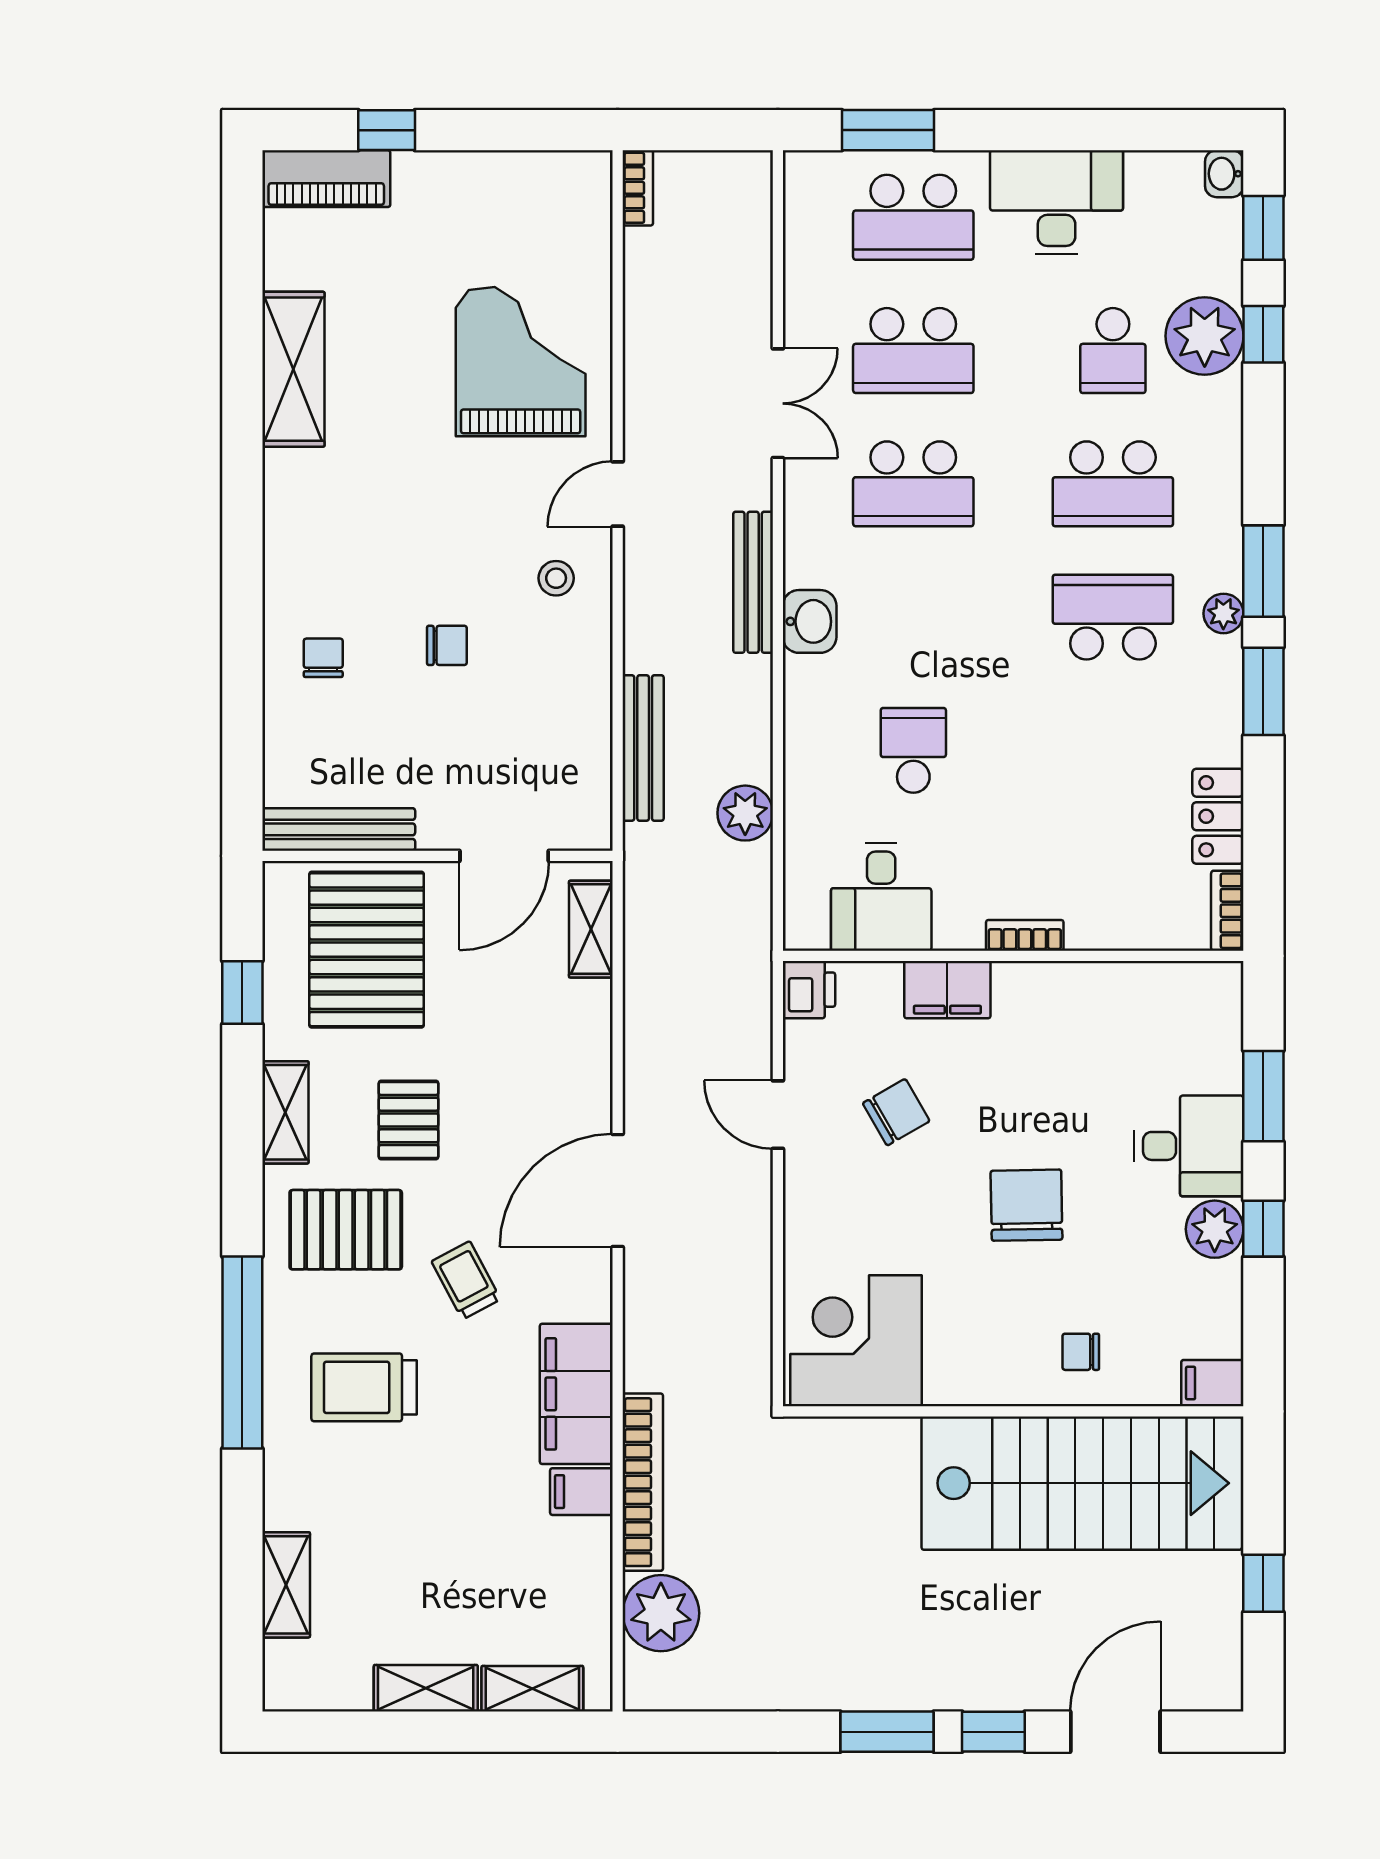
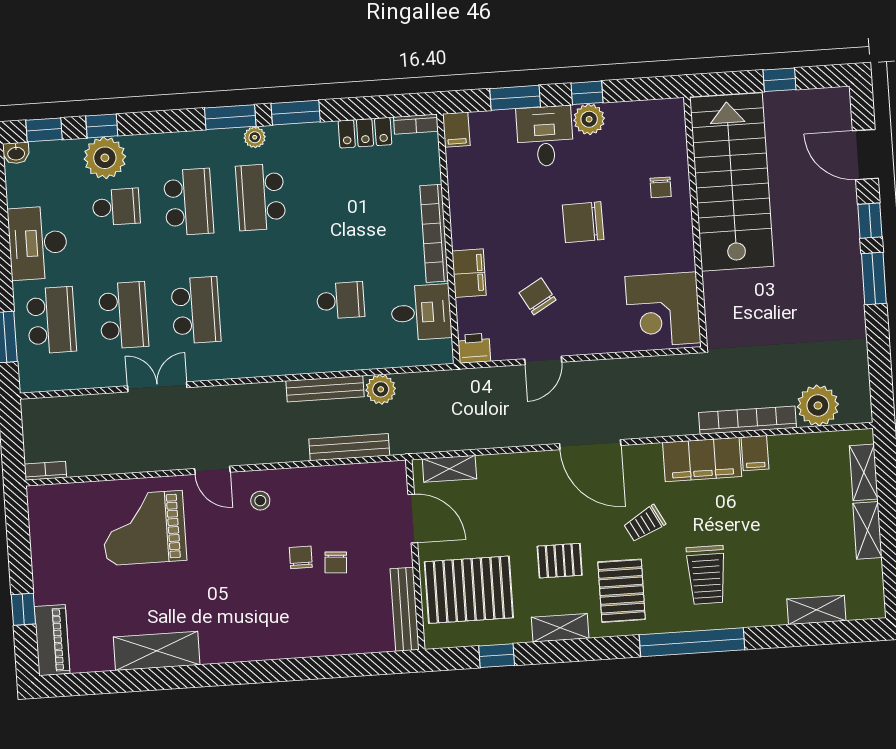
bench: (753, 582) -> (325, 389), moved
washbasin: (810, 621) -> (274, 362), removed
chair: (323, 658) -> (336, 562), moved, turned -86
school desk: (913, 750) -> (340, 300), turned 180
bookcase: (1025, 935) -> (434, 233), width x2.31, depth x1.31
filing cabinet: (1212, 1383) -> (456, 130), moved

